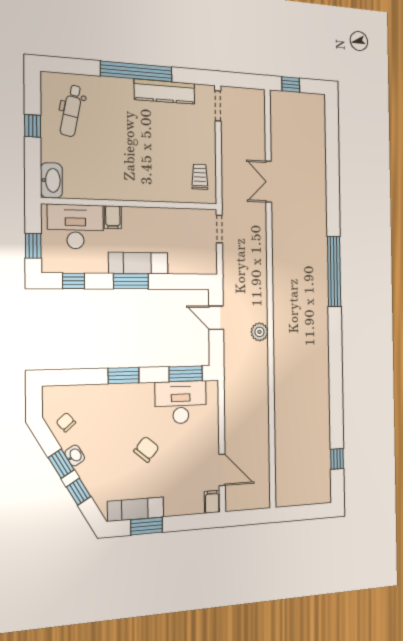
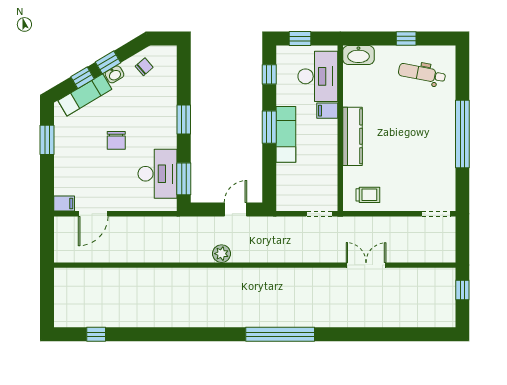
kitchen counter: (165, 92) -> (352, 136), moved, turned 180
chair: (146, 449) -> (116, 140), turned 50
exam couch: (136, 509) -> (85, 95), moved, turned 59

